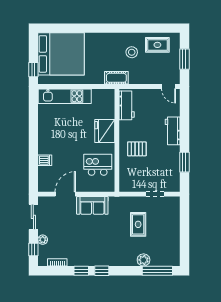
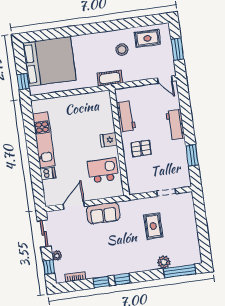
kitchen unit: (65, 96) -> (44, 140), moved, turned -90
workbench: (127, 105) -> (126, 116), moved
fridge: (105, 131) -> (109, 140), width x0.53, depth x0.75

